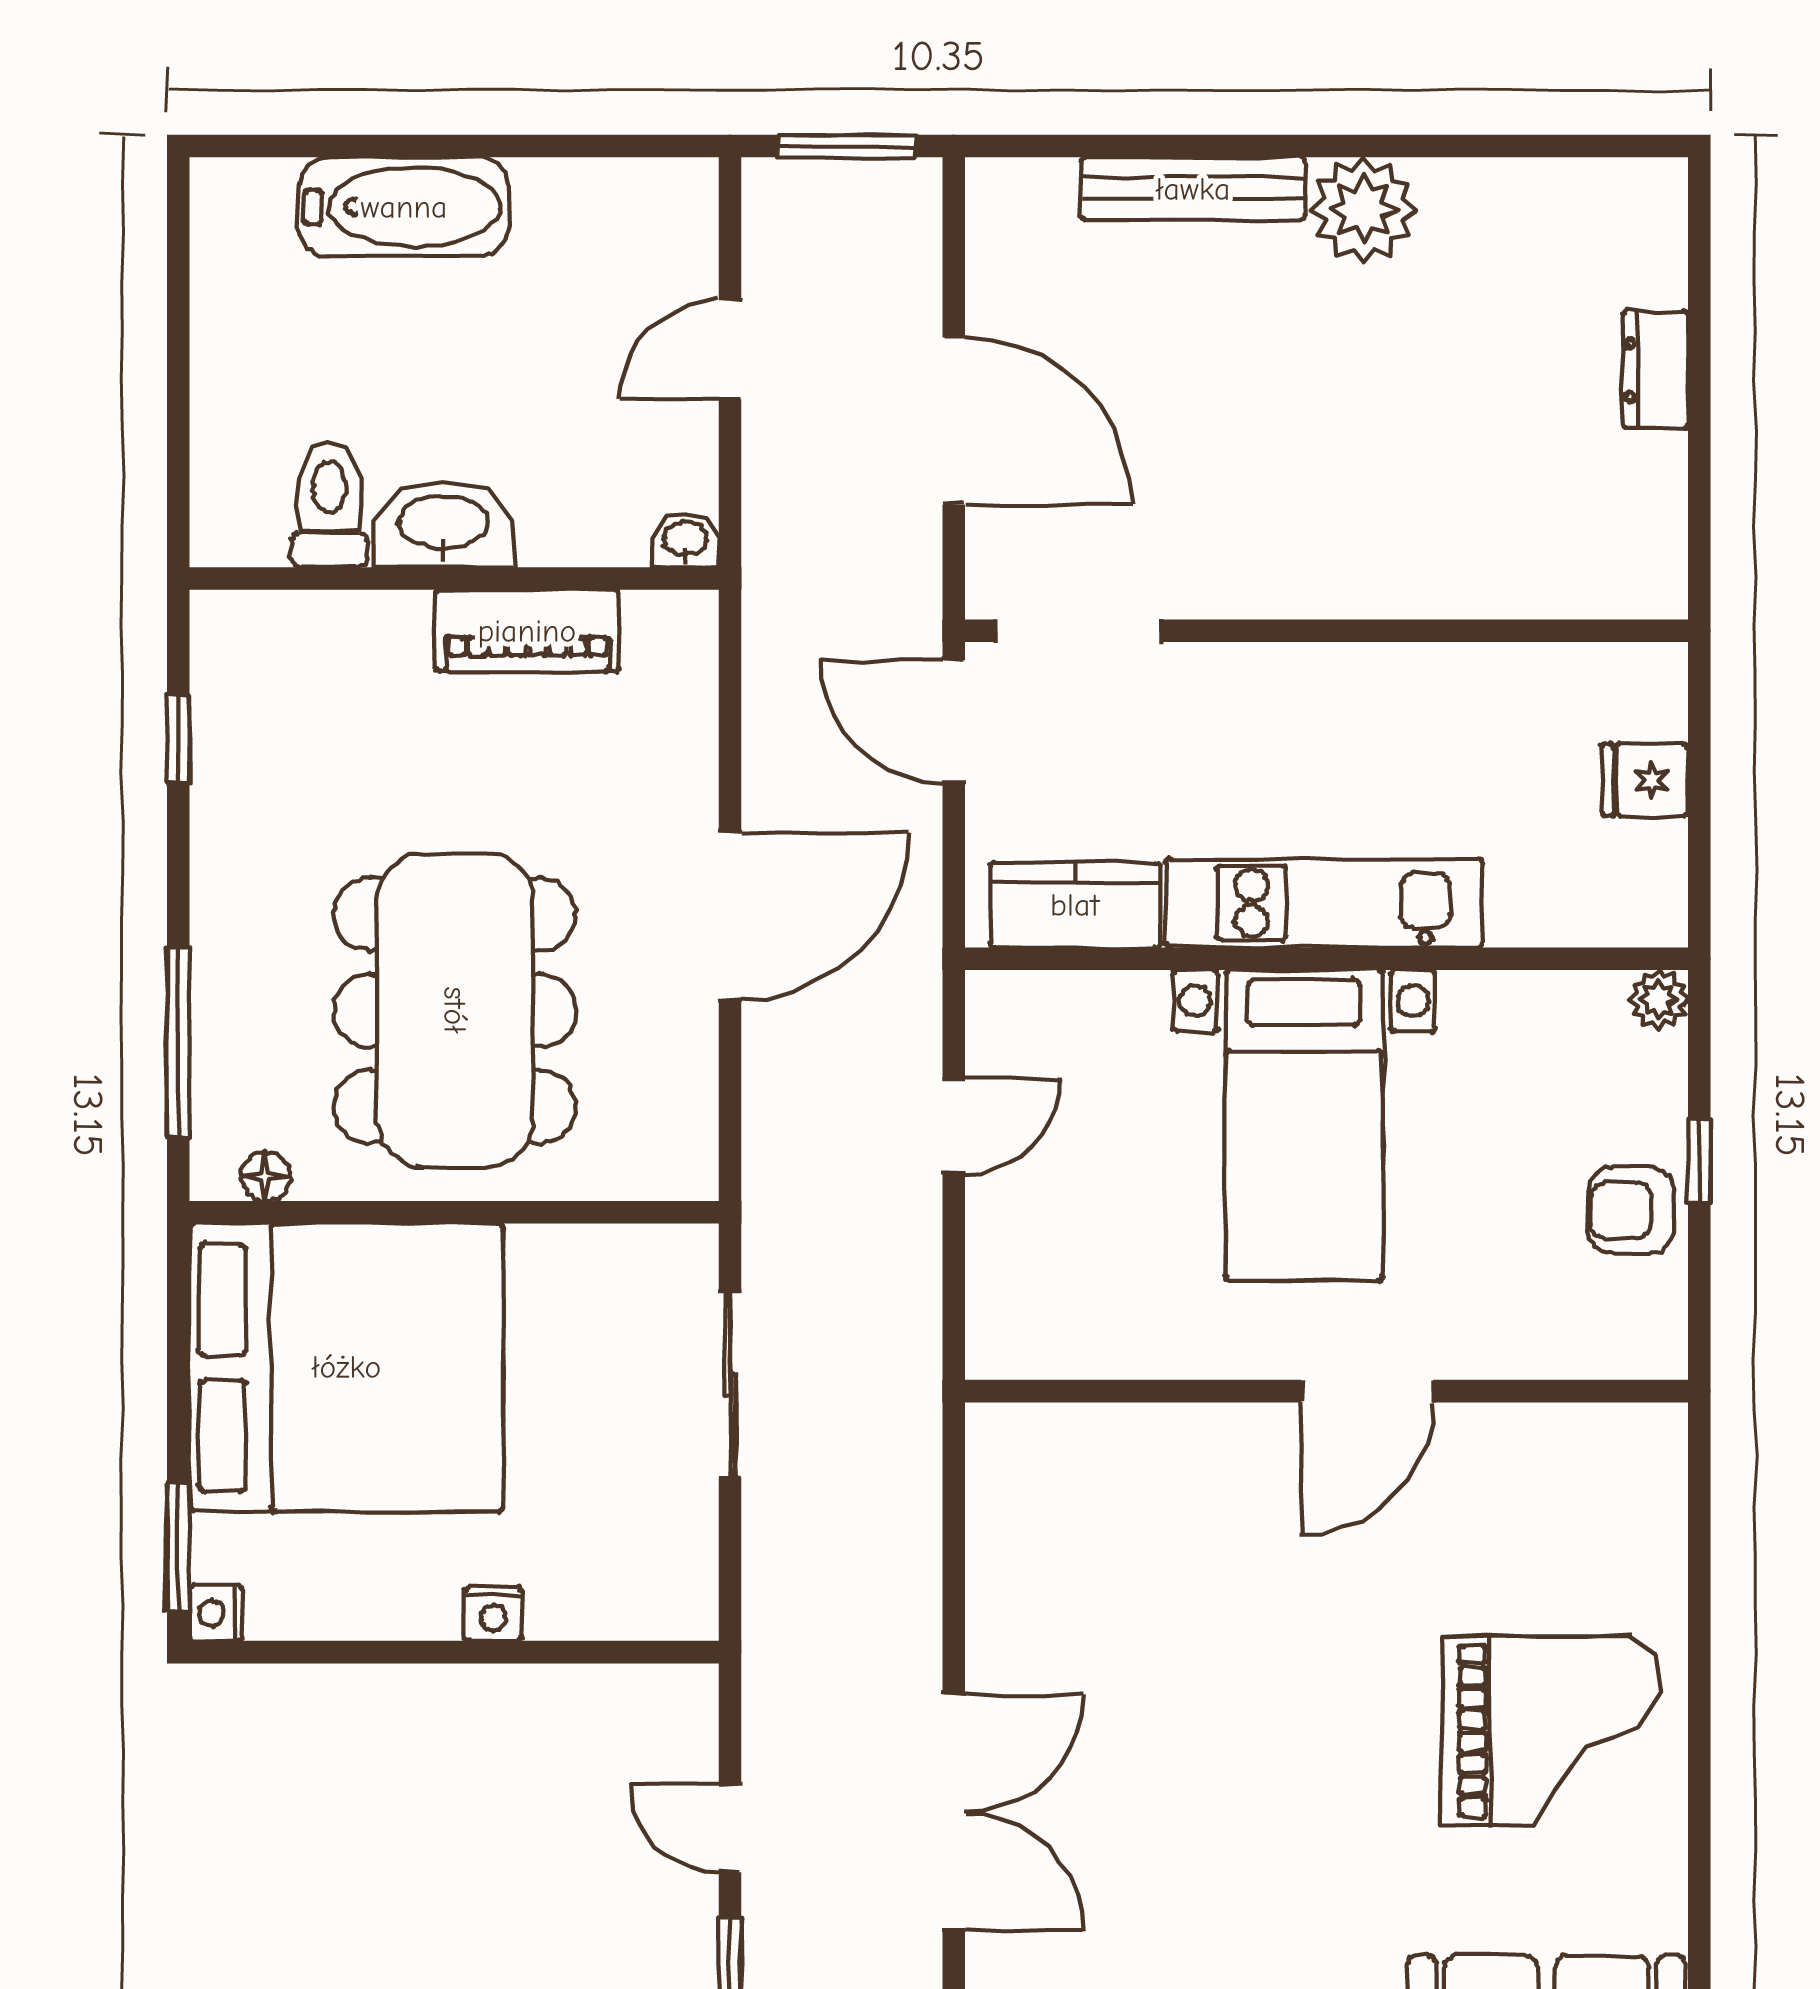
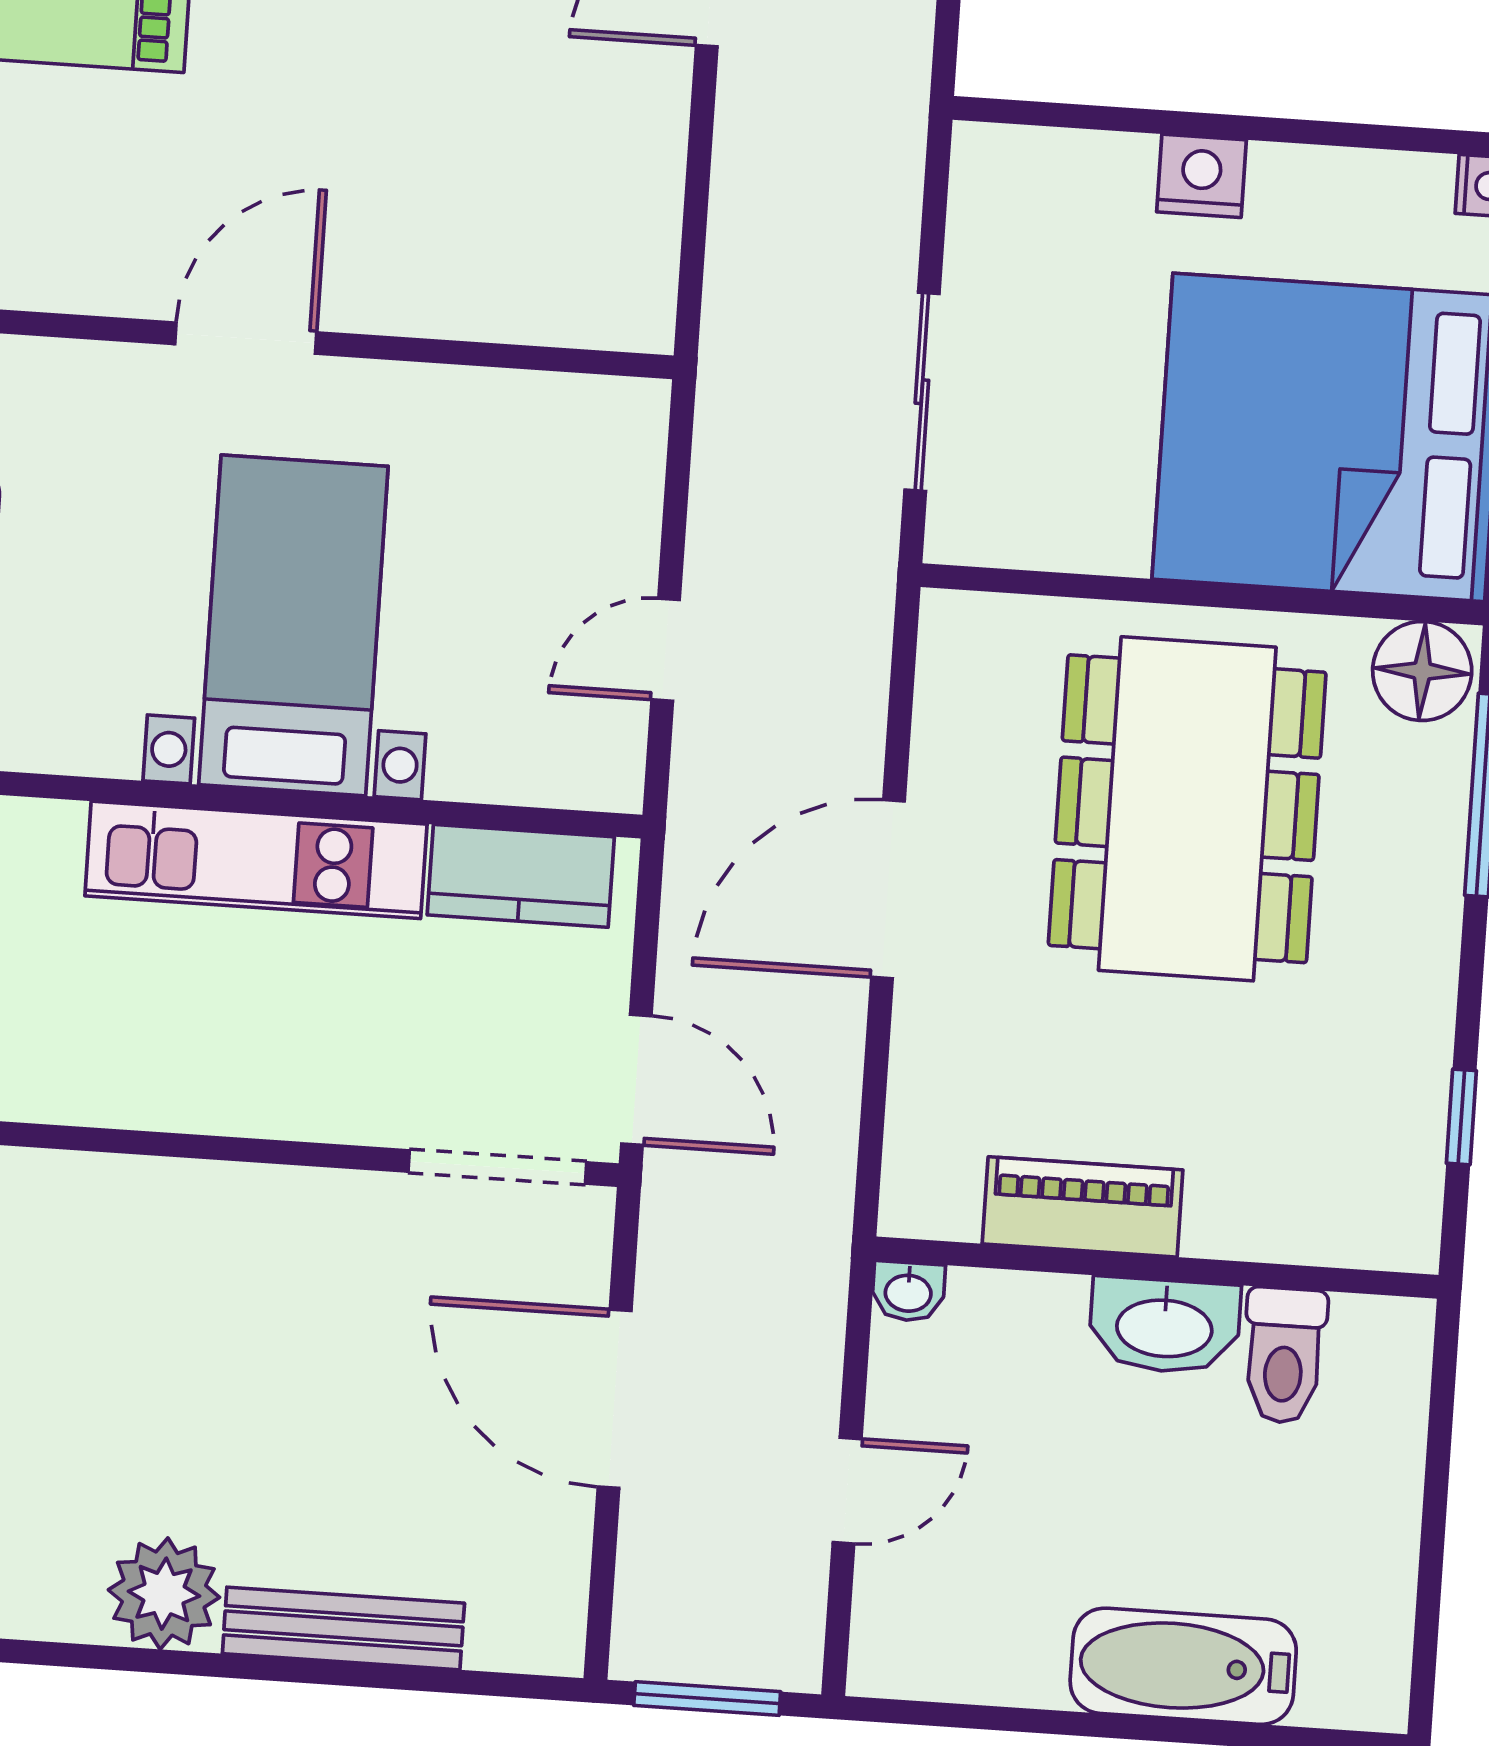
floor lamp: (265, 1176) -> (1422, 671), width x1.89, depth x1.89
nightstand: (493, 1614) -> (1201, 176), width x1.39, depth x1.35

